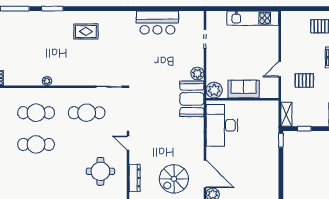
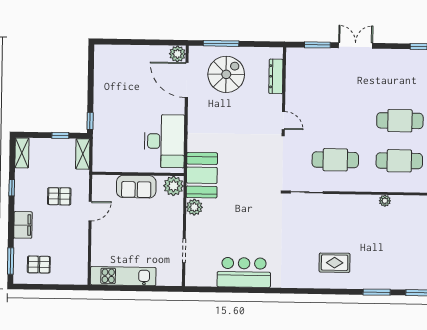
round table: (100, 171) -> (319, 85), removed

